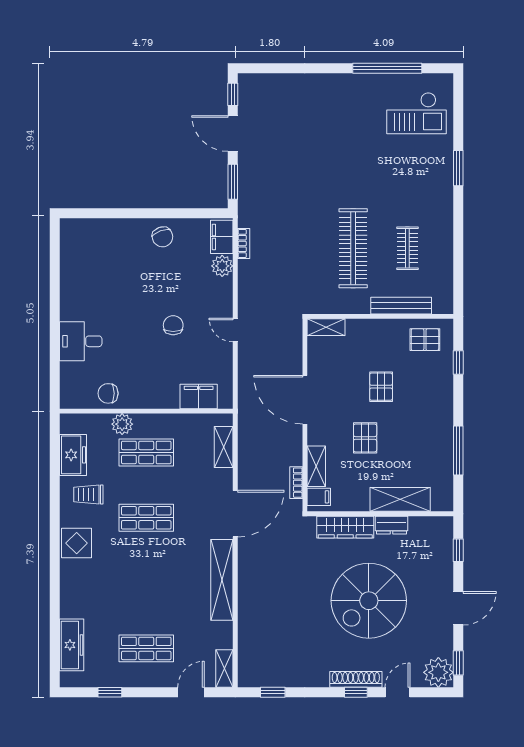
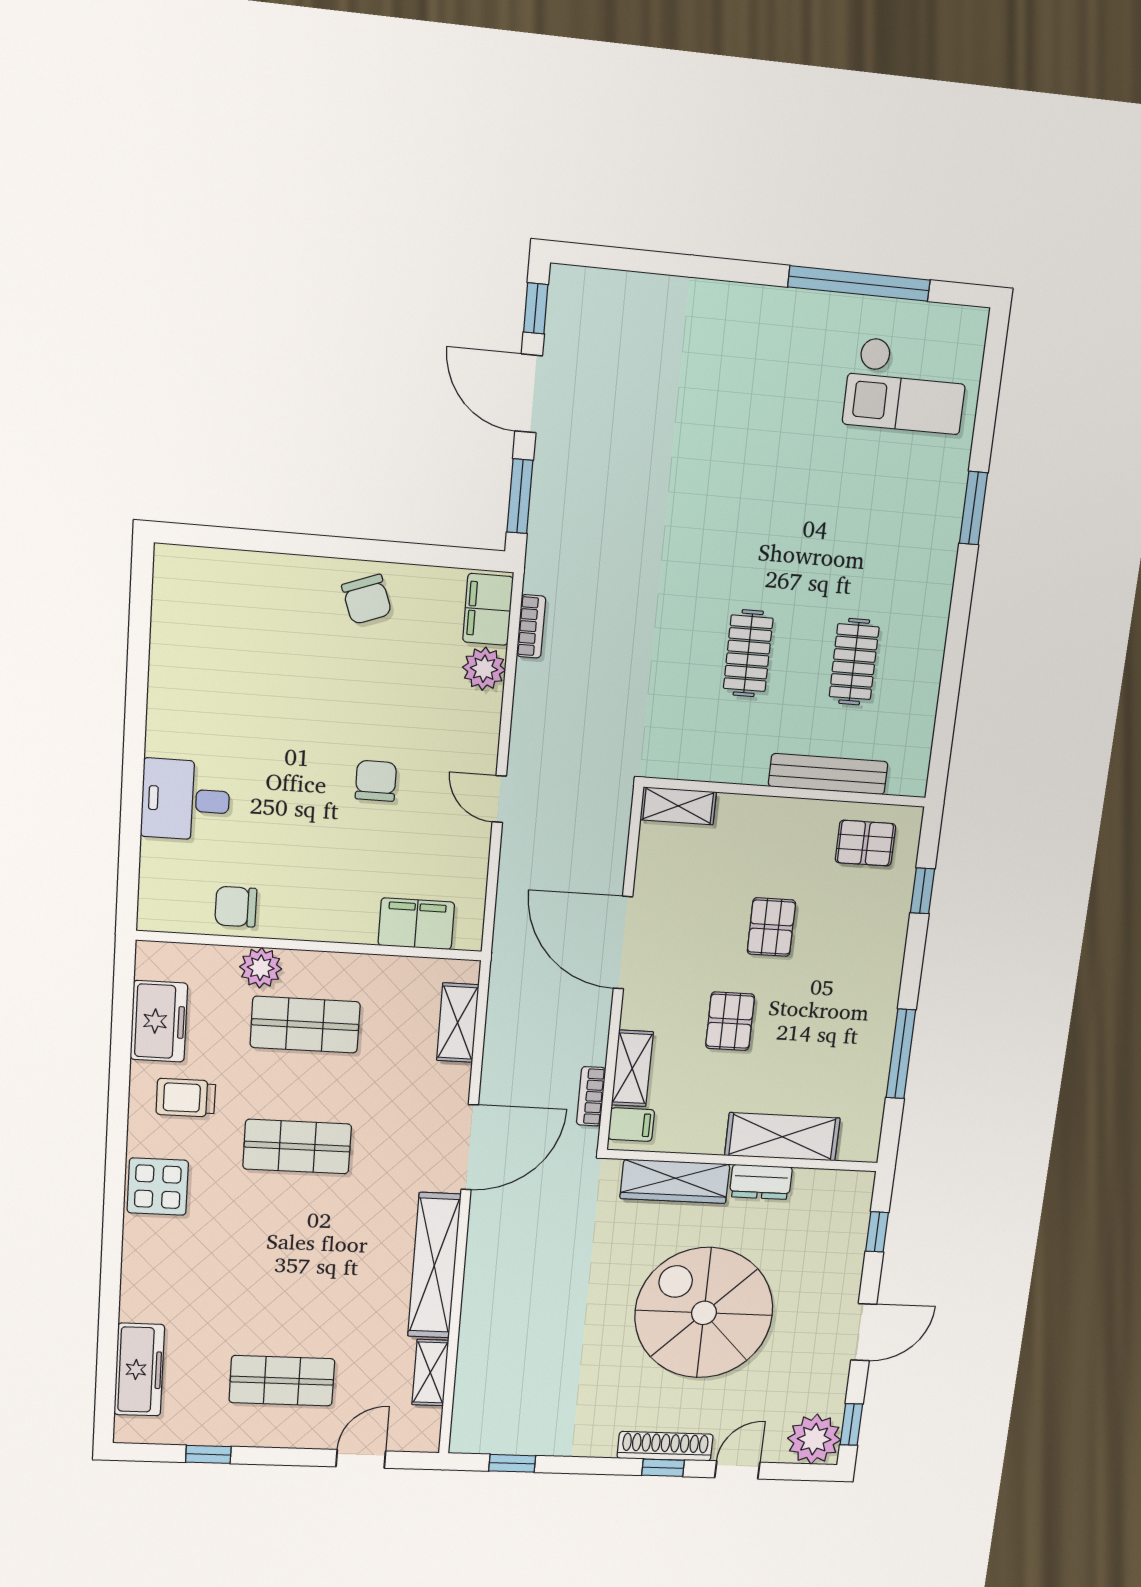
clothes rail: (353, 248) -> (748, 653), width x0.54, depth x0.76
spiral stairs: (369, 601) -> (704, 1313), turned 90
shelving: (224, 669) -> (430, 1372), moved

